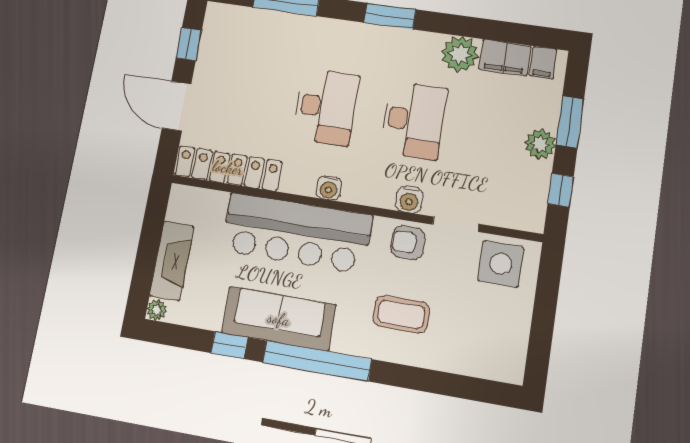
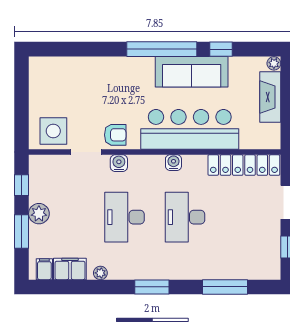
plant: (460, 54) -> (100, 273), width x0.53, depth x0.53
coffee table: (401, 314) -> (112, 88), removed

